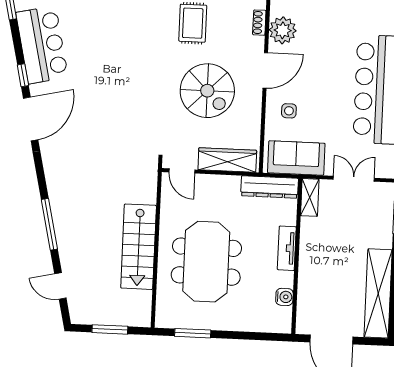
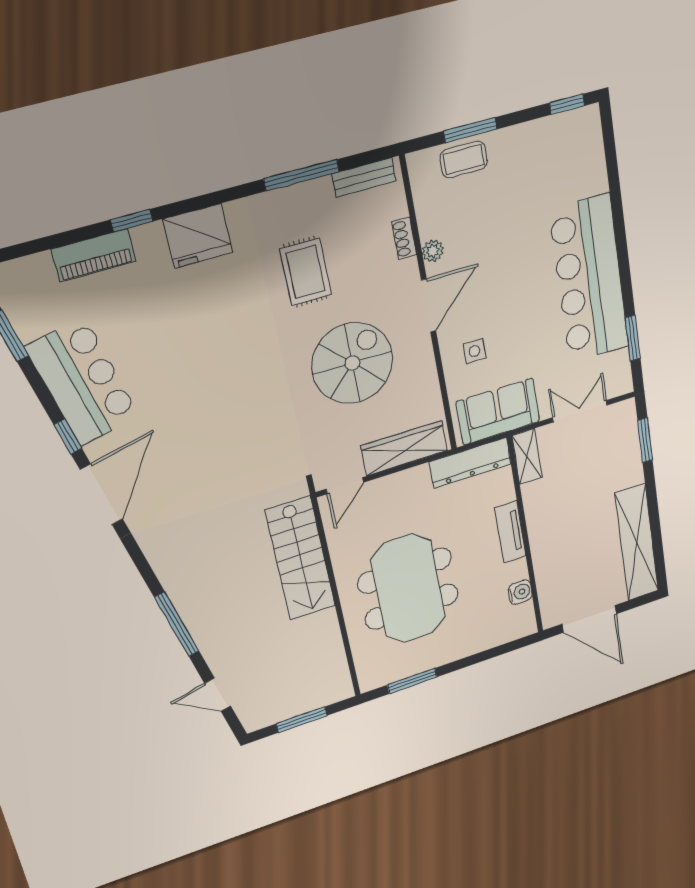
plant: (283, 30) -> (433, 251), width x0.53, depth x0.53
spiral stairs: (207, 91) -> (352, 363), turned -90
door: (182, 171) -> (345, 486), hinge flipped
stairs: (139, 247) -> (300, 559), moved

